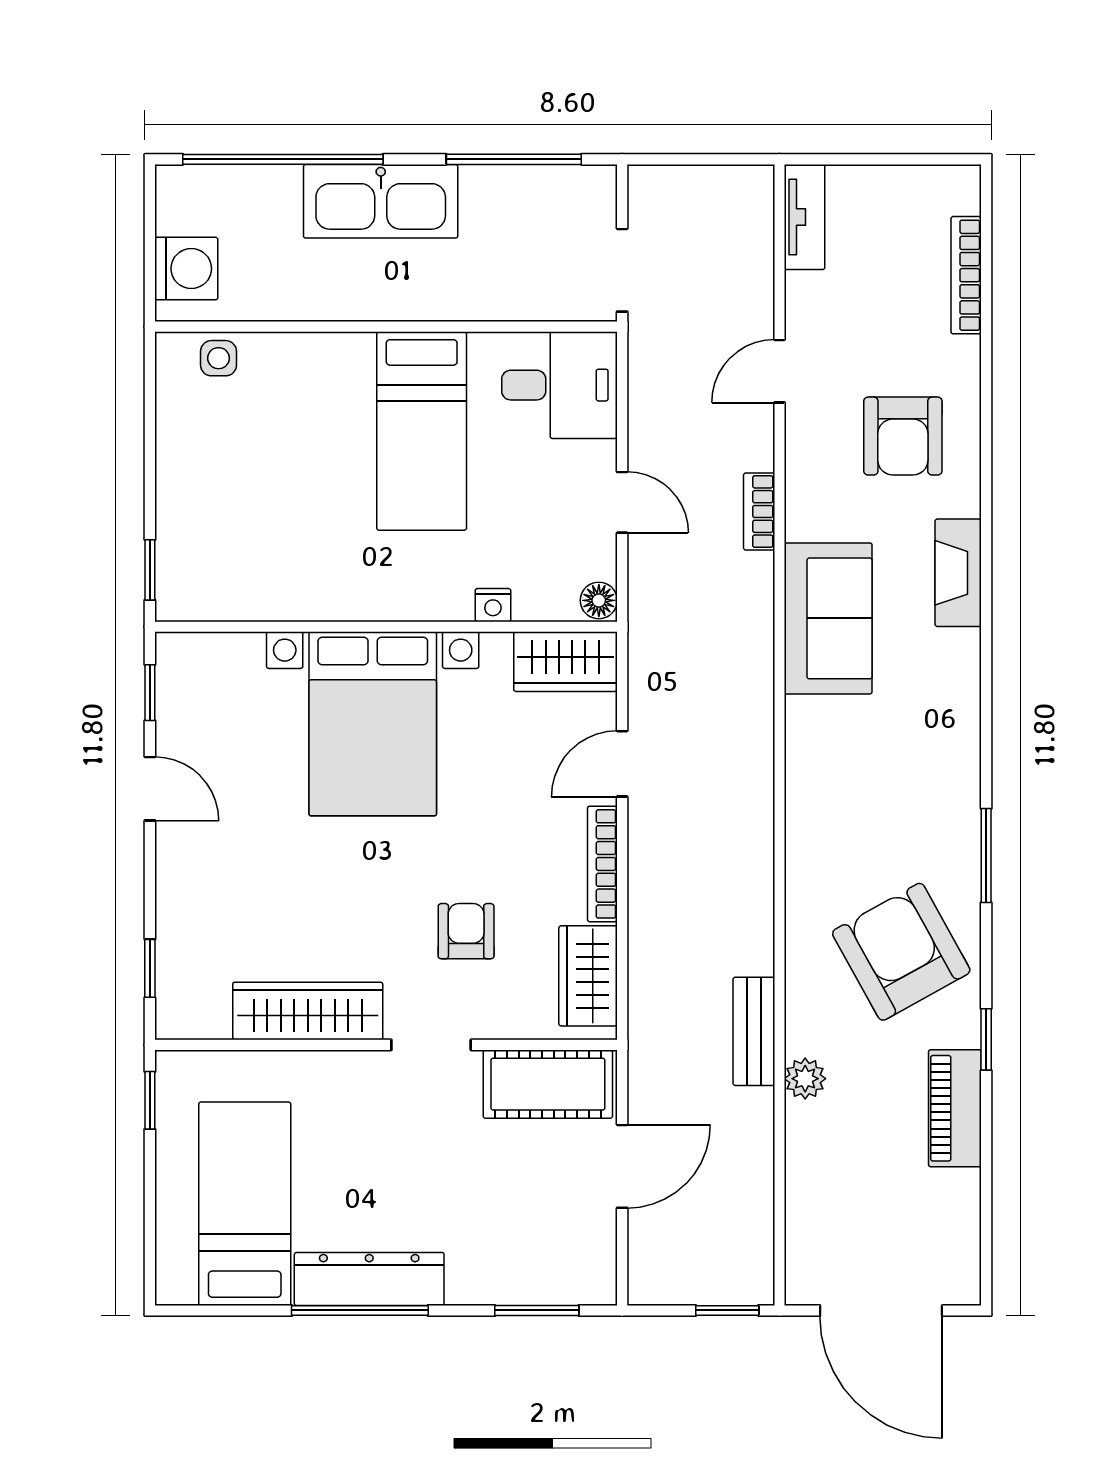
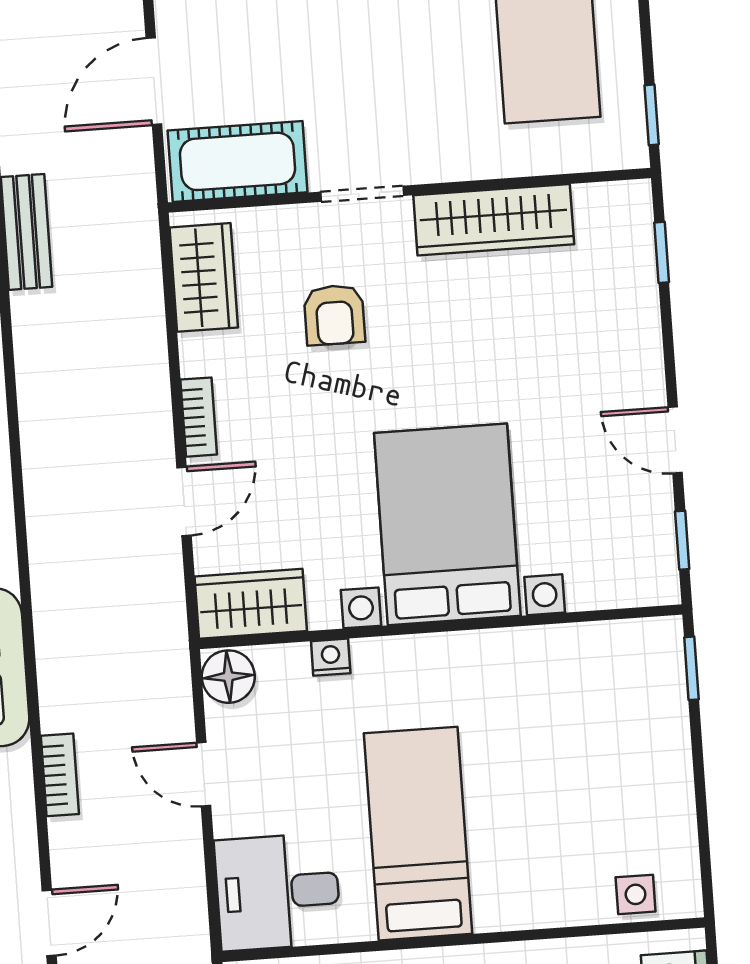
floor lamp: (599, 600) -> (228, 677), width x1.37, depth x1.37
bookcase: (602, 864) -> (199, 417), width x0.64

